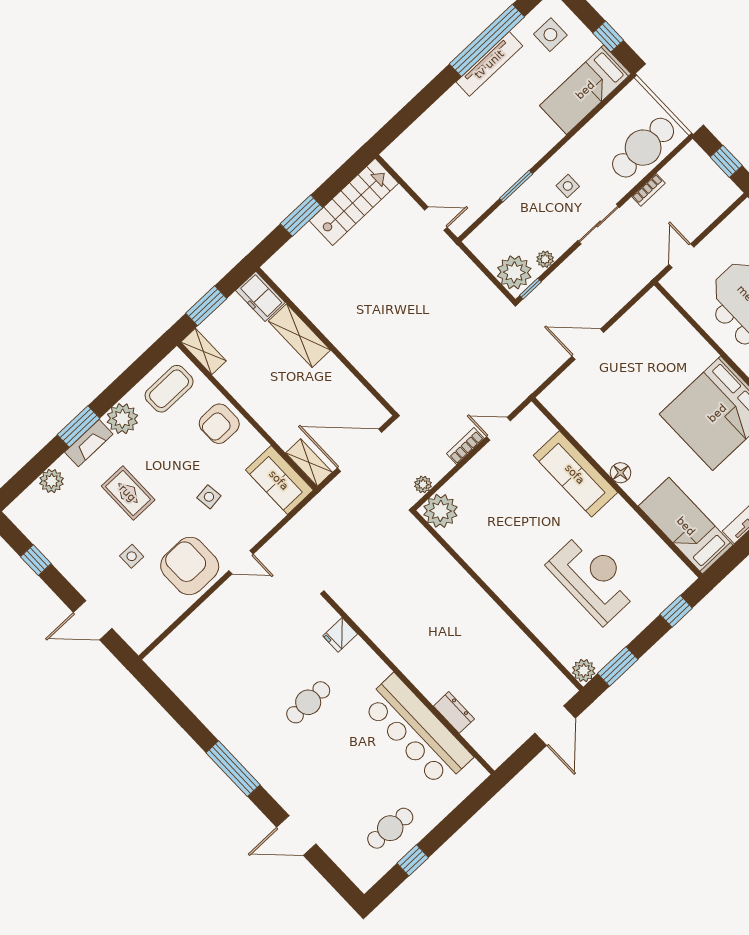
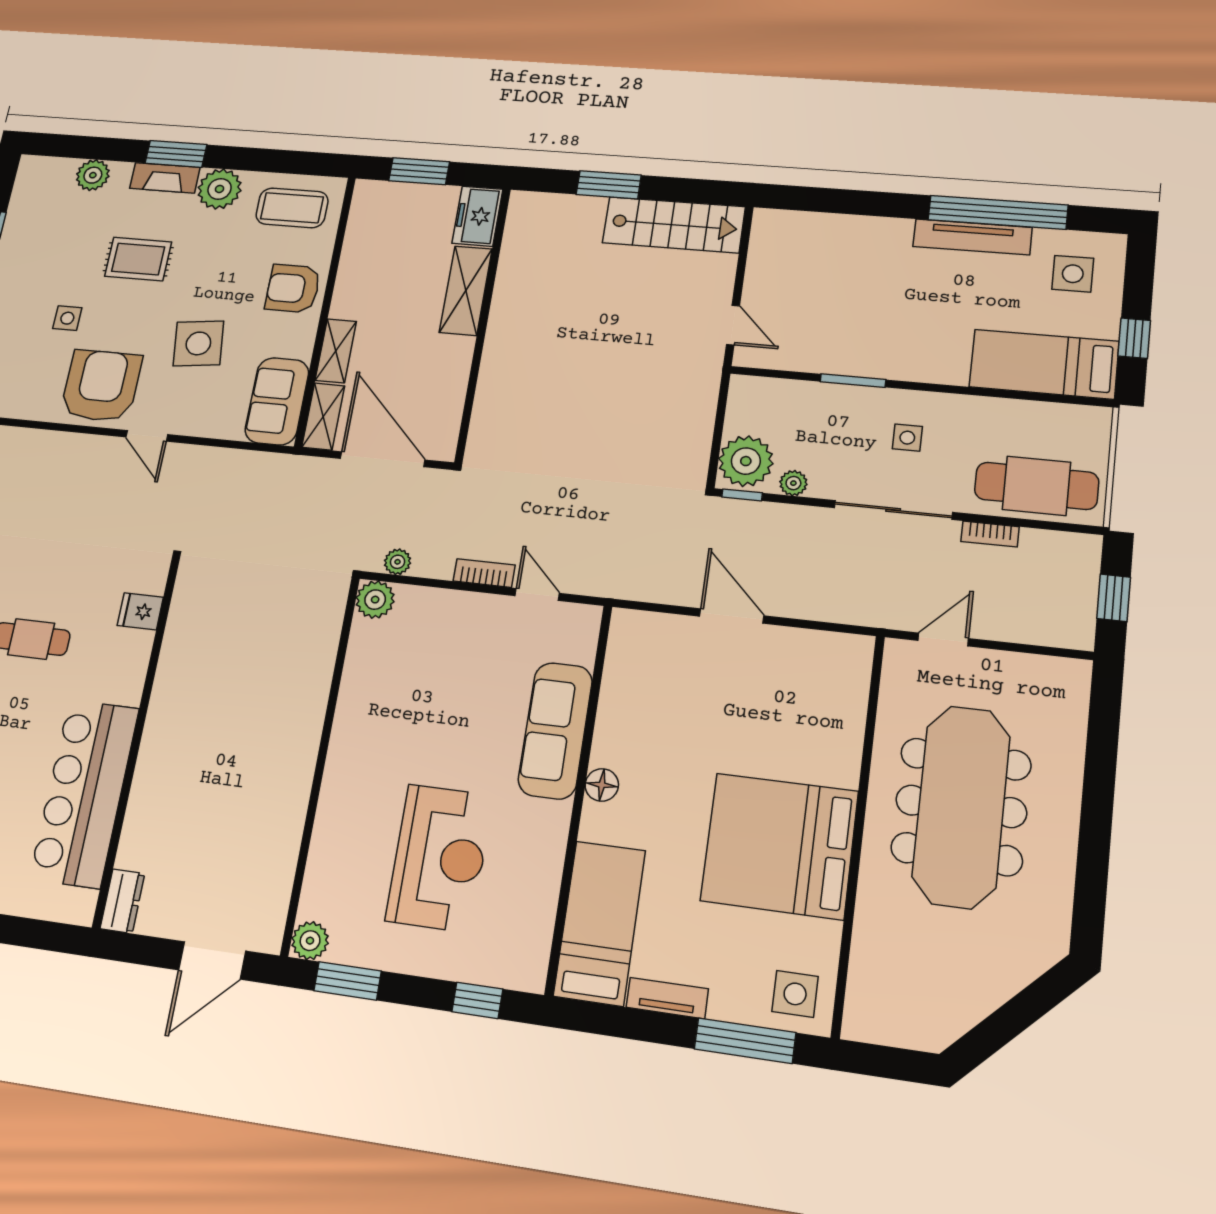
sliding door: (599, 224) -> (893, 510), width x1.37
shelving: (204, 351) -> (336, 351), moved
rug: (128, 493) -> (138, 259), turned 90
side table: (209, 497) -> (198, 343), width x1.87, depth x1.87
plant: (440, 511) -> (375, 600), width x0.73, depth x0.73
dresser: (454, 712) -> (122, 901), moved

